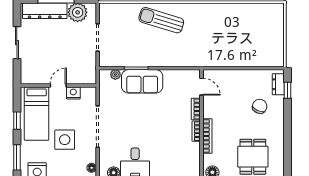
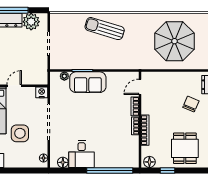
parasol: (241, 35) -> (174, 41), added
door: (202, 87) -> (140, 87), swing flipped
nightstand: (73, 93) -> (42, 92), moved

